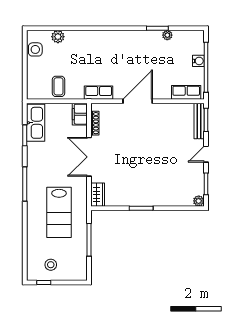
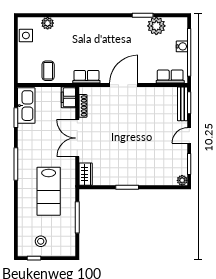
plant: (167, 35) -> (156, 26), width x1.87, depth x1.87

